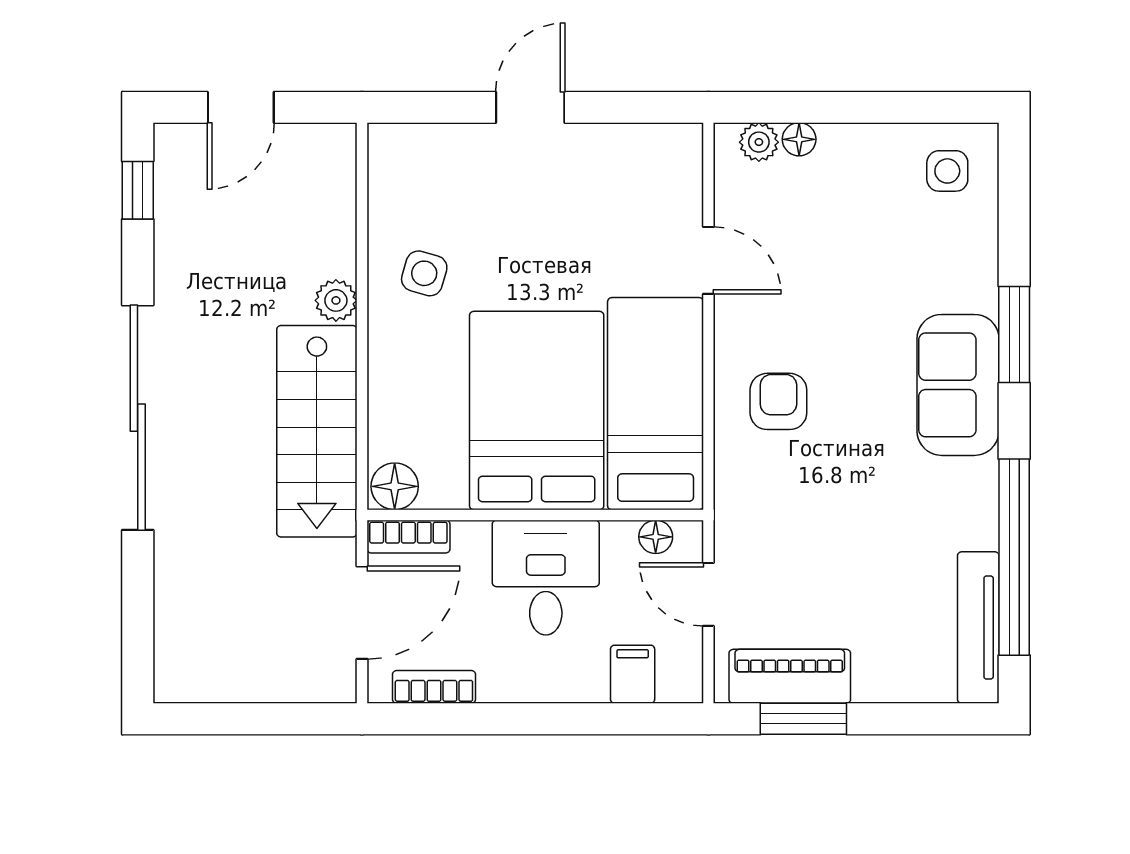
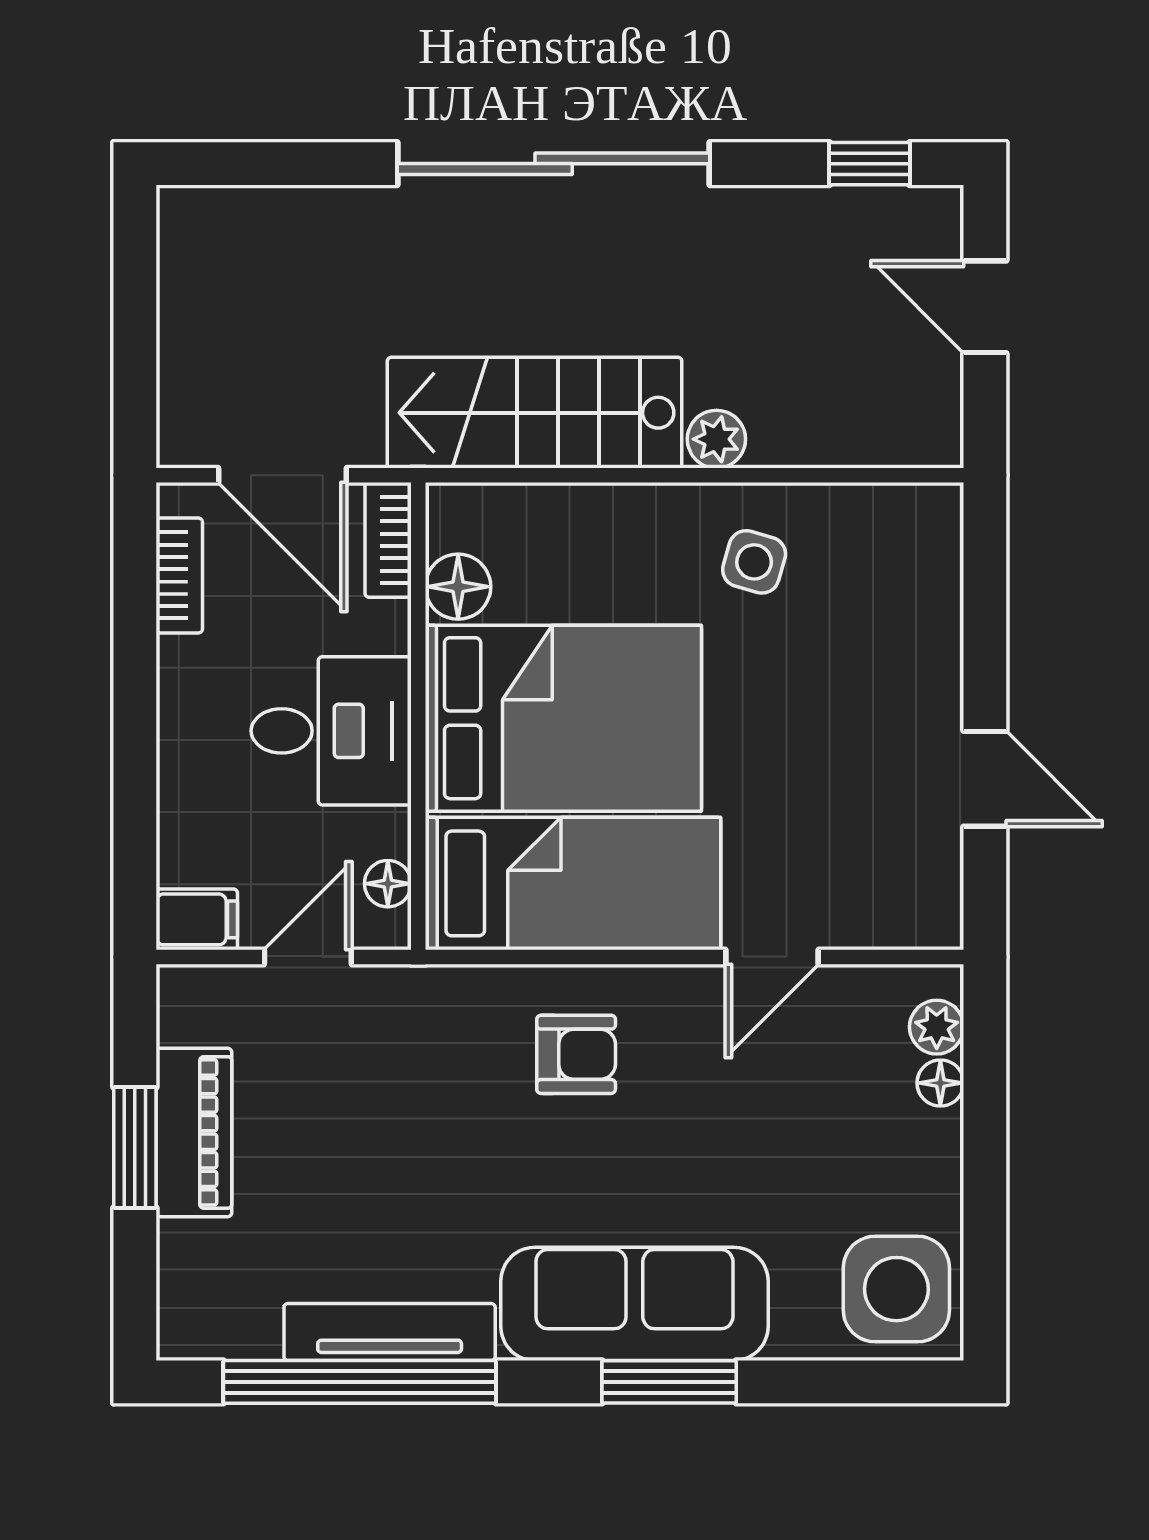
door: (530, 107) -> (985, 779), moved
side table: (947, 171) -> (896, 1289), width x1.87, depth x1.87
sofa: (958, 385) -> (634, 1304), width x1.36
floor lamp: (395, 486) -> (458, 587), moved
tv unit: (978, 628) -> (390, 1332), moved
filing cabinet: (633, 674) -> (197, 919), moved
piano: (790, 676) -> (194, 1132), moved
window: (803, 719) -> (135, 1148), moved

